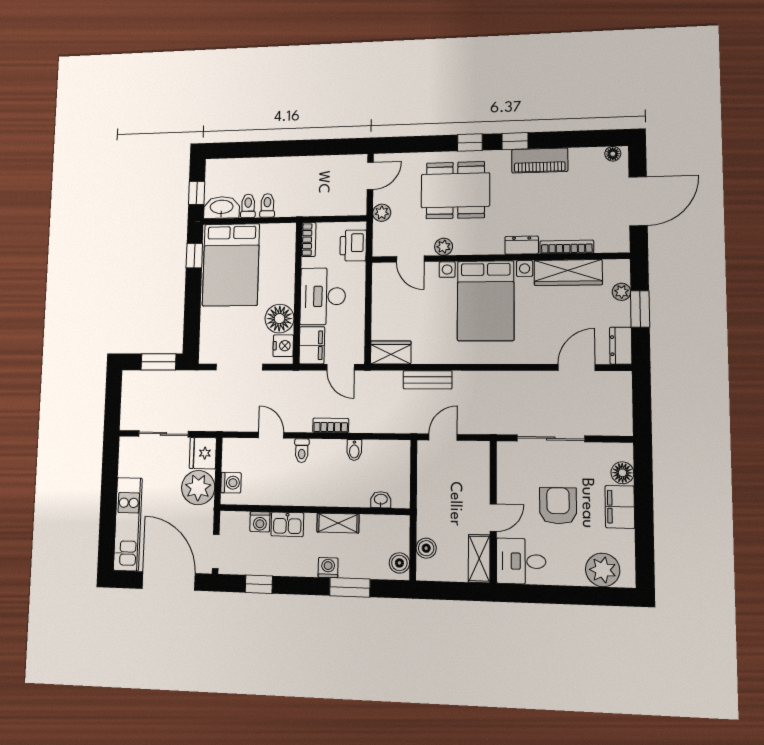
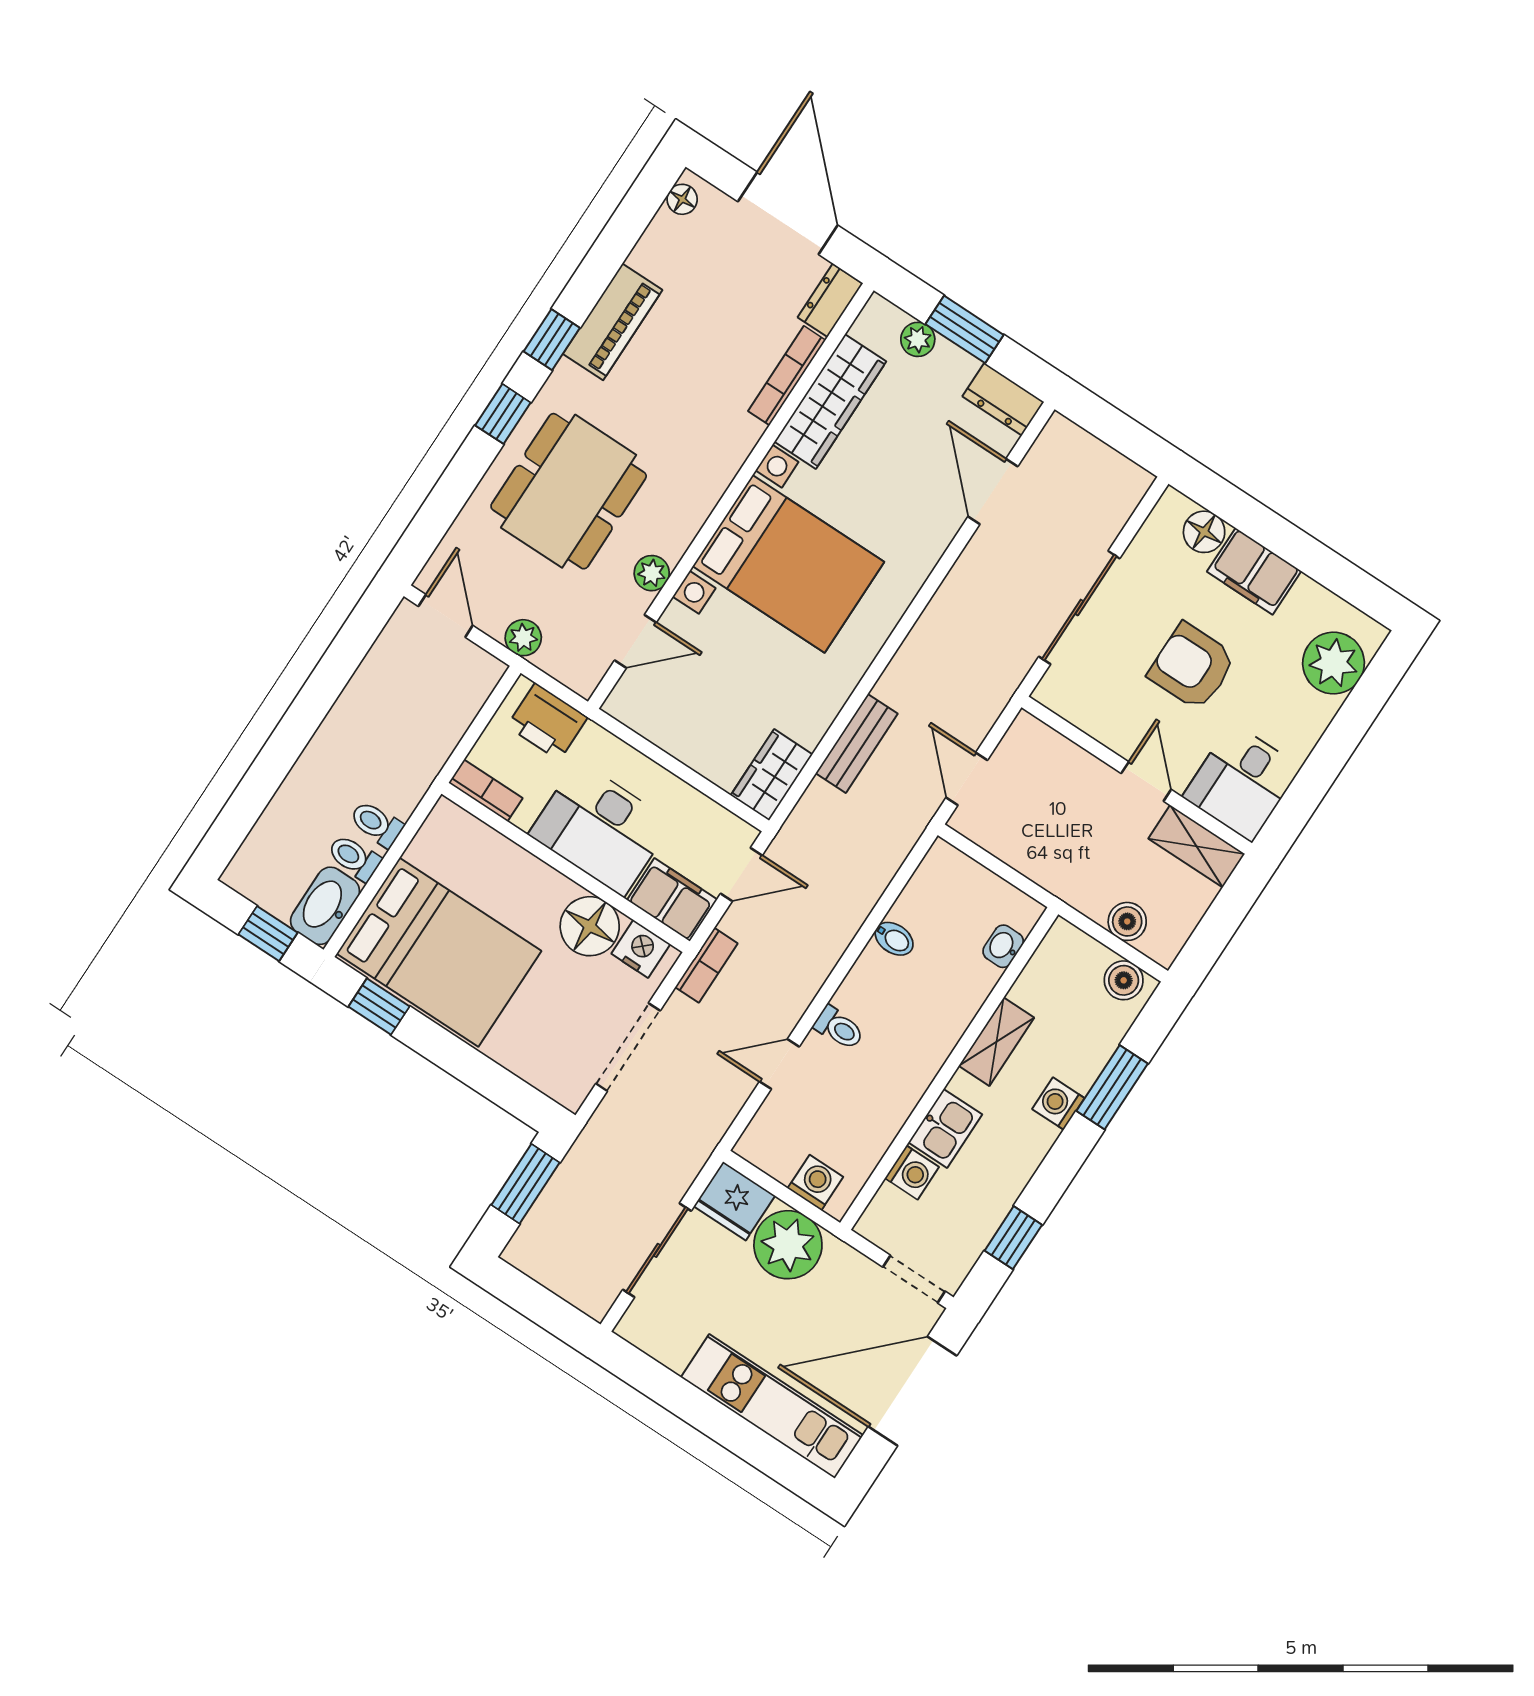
dresser: (522, 245) -> (830, 300), moved
bookcase: (331, 425) -> (706, 965), moved, turned 180

